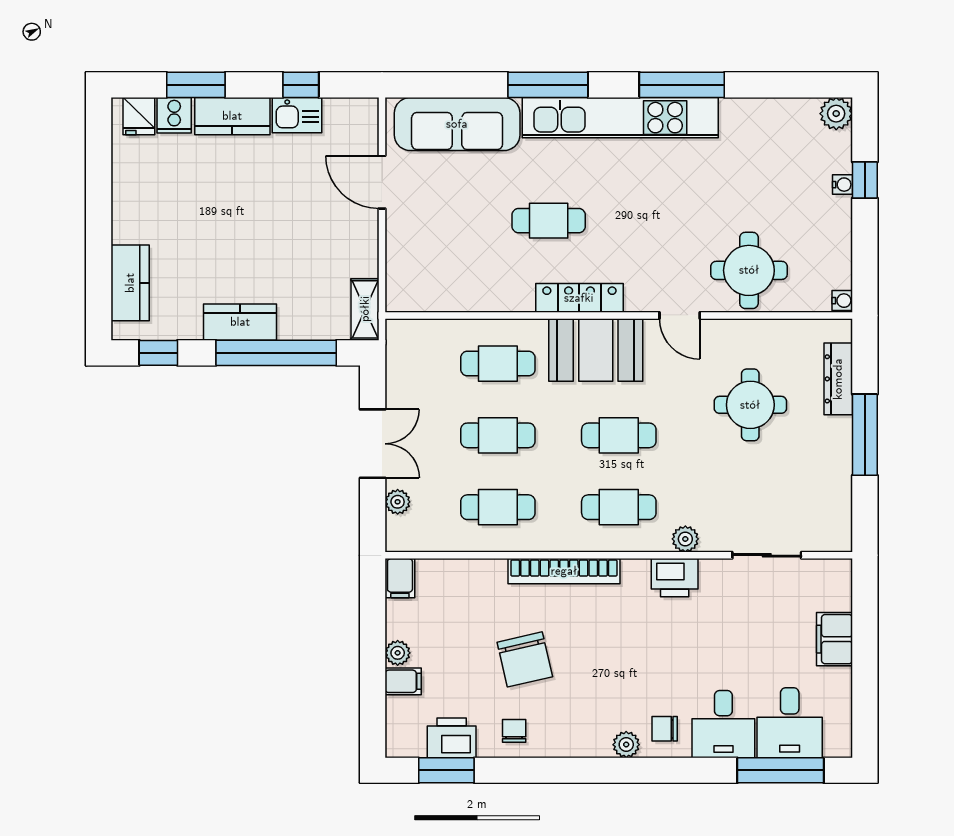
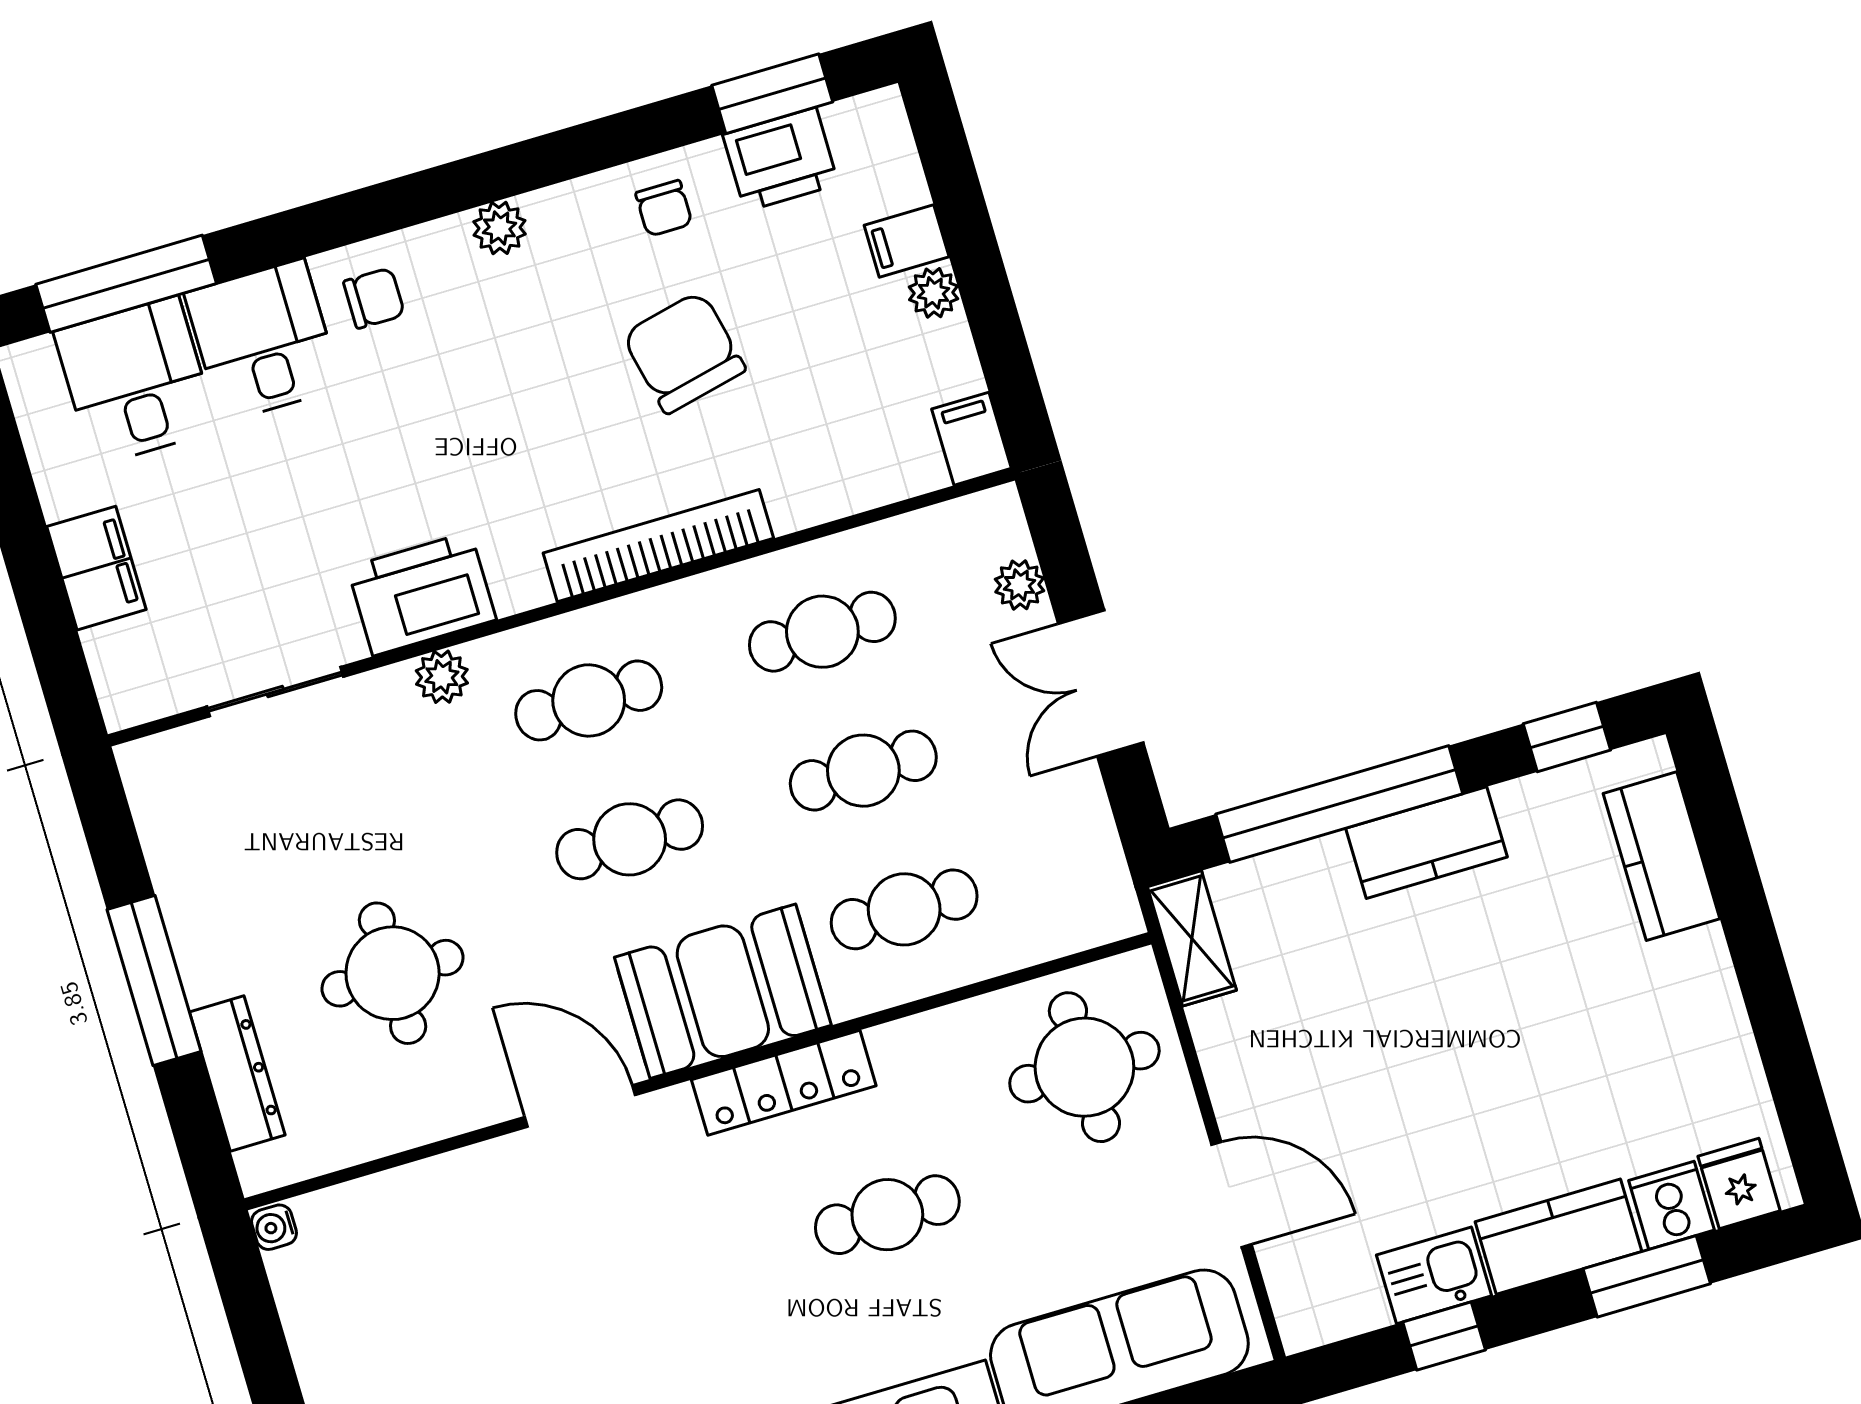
round table: (749, 270) -> (1084, 1067), moved
door: (680, 315) -> (580, 1106), width x1.38
printer: (675, 578) -> (422, 594), width x1.37, depth x1.19
plant: (626, 745) -> (499, 228), moved

